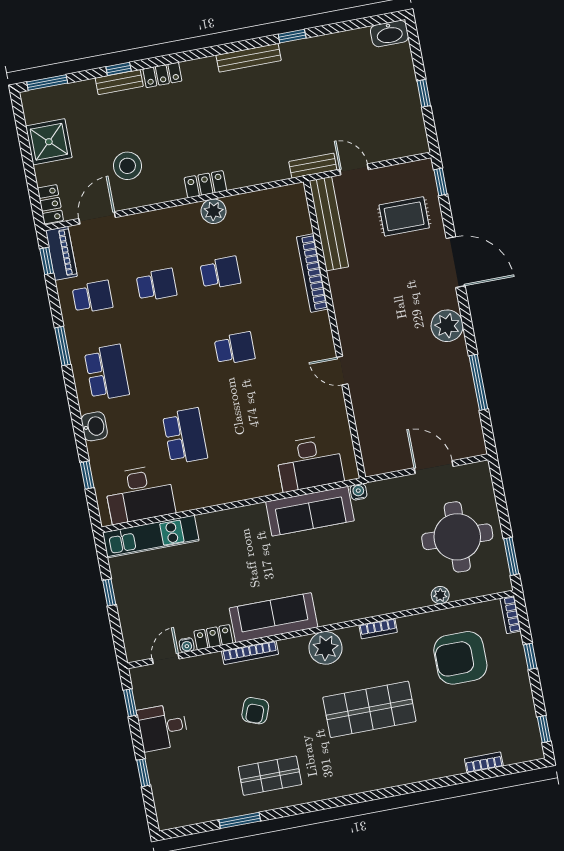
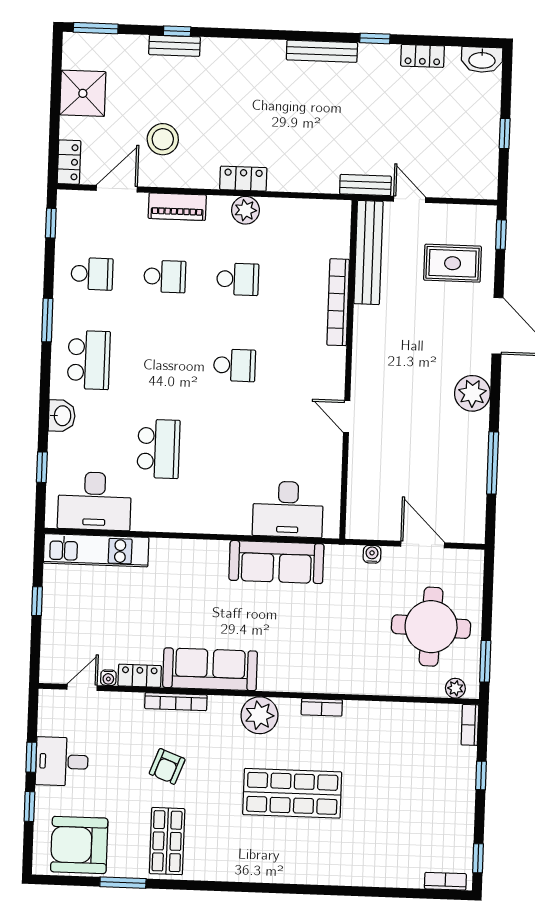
locker: (162, 75) -> (423, 56), moved
piano: (61, 253) -> (177, 207), moved, turned 90
water cooler: (359, 492) -> (372, 554), moved
plant: (440, 595) -> (455, 688), moved
armchair: (460, 658) -> (79, 845), moved
window: (130, 703) -> (31, 757), moved
bookcase: (484, 762) -> (445, 881), moved
shop shelf: (270, 776) -> (167, 841), turned 90

